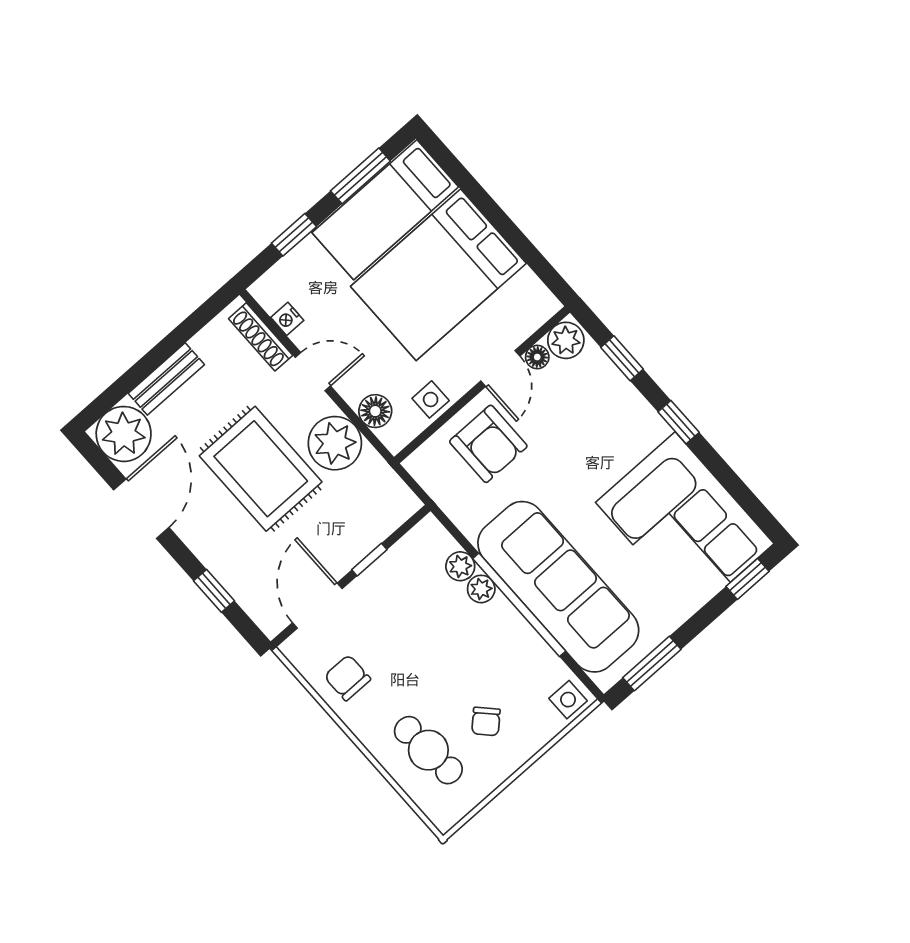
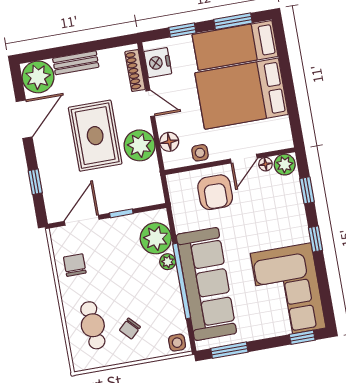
nightstand: (287, 319) -> (158, 63), width x1.89, depth x1.79
plant: (460, 566) -> (156, 238), width x1.88, depth x1.88

